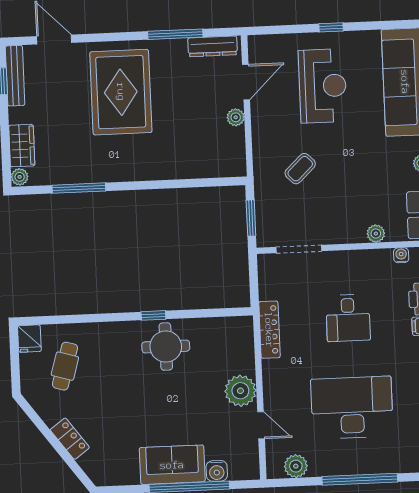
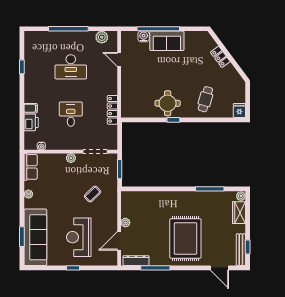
plant: (376, 234) -> (71, 158), moved
cafe table: (65, 366) -> (205, 99), moved
plant: (240, 391) -> (129, 78), removed
desk: (352, 408) -> (71, 67), width x0.73, depth x0.77

